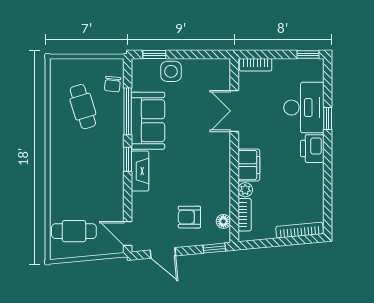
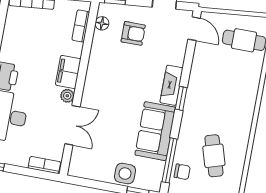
chair: (113, 84) -> (182, 172), turned 84
window: (128, 111) -> (170, 160), moved
plant: (245, 190) -> (67, 96), moved

